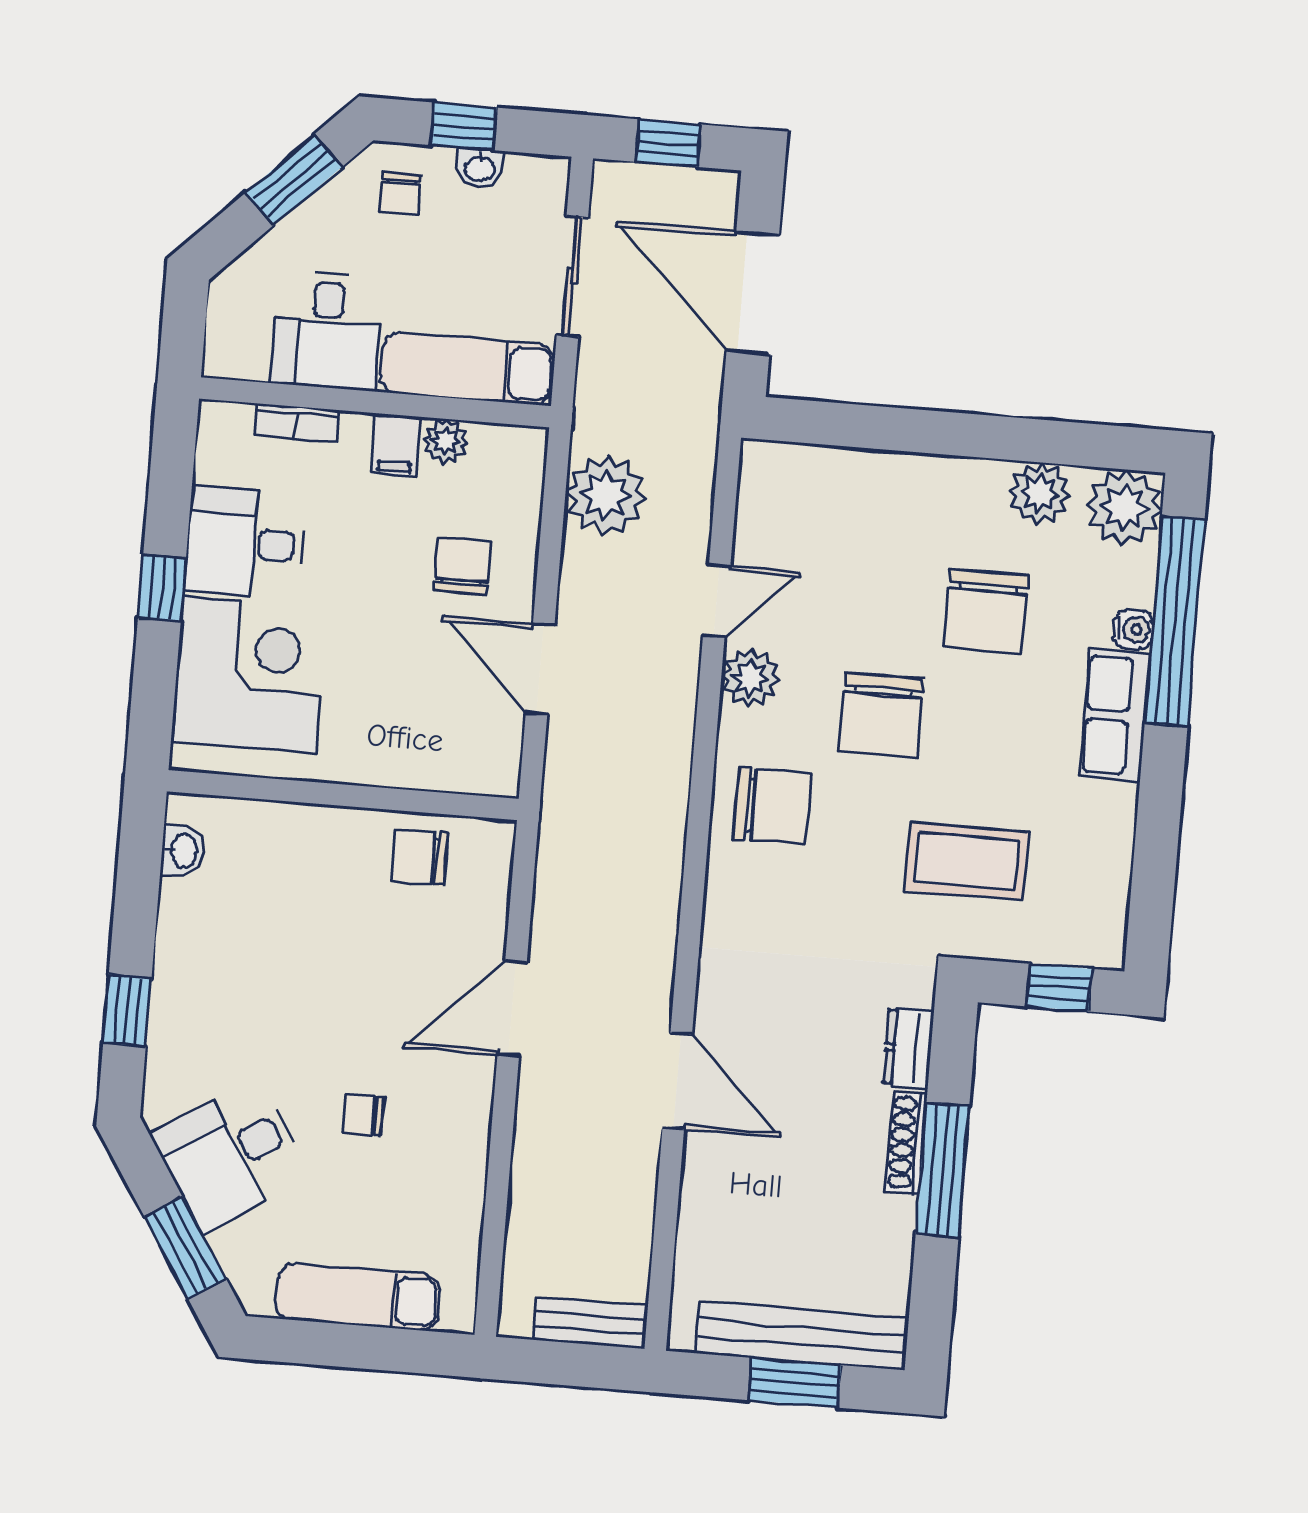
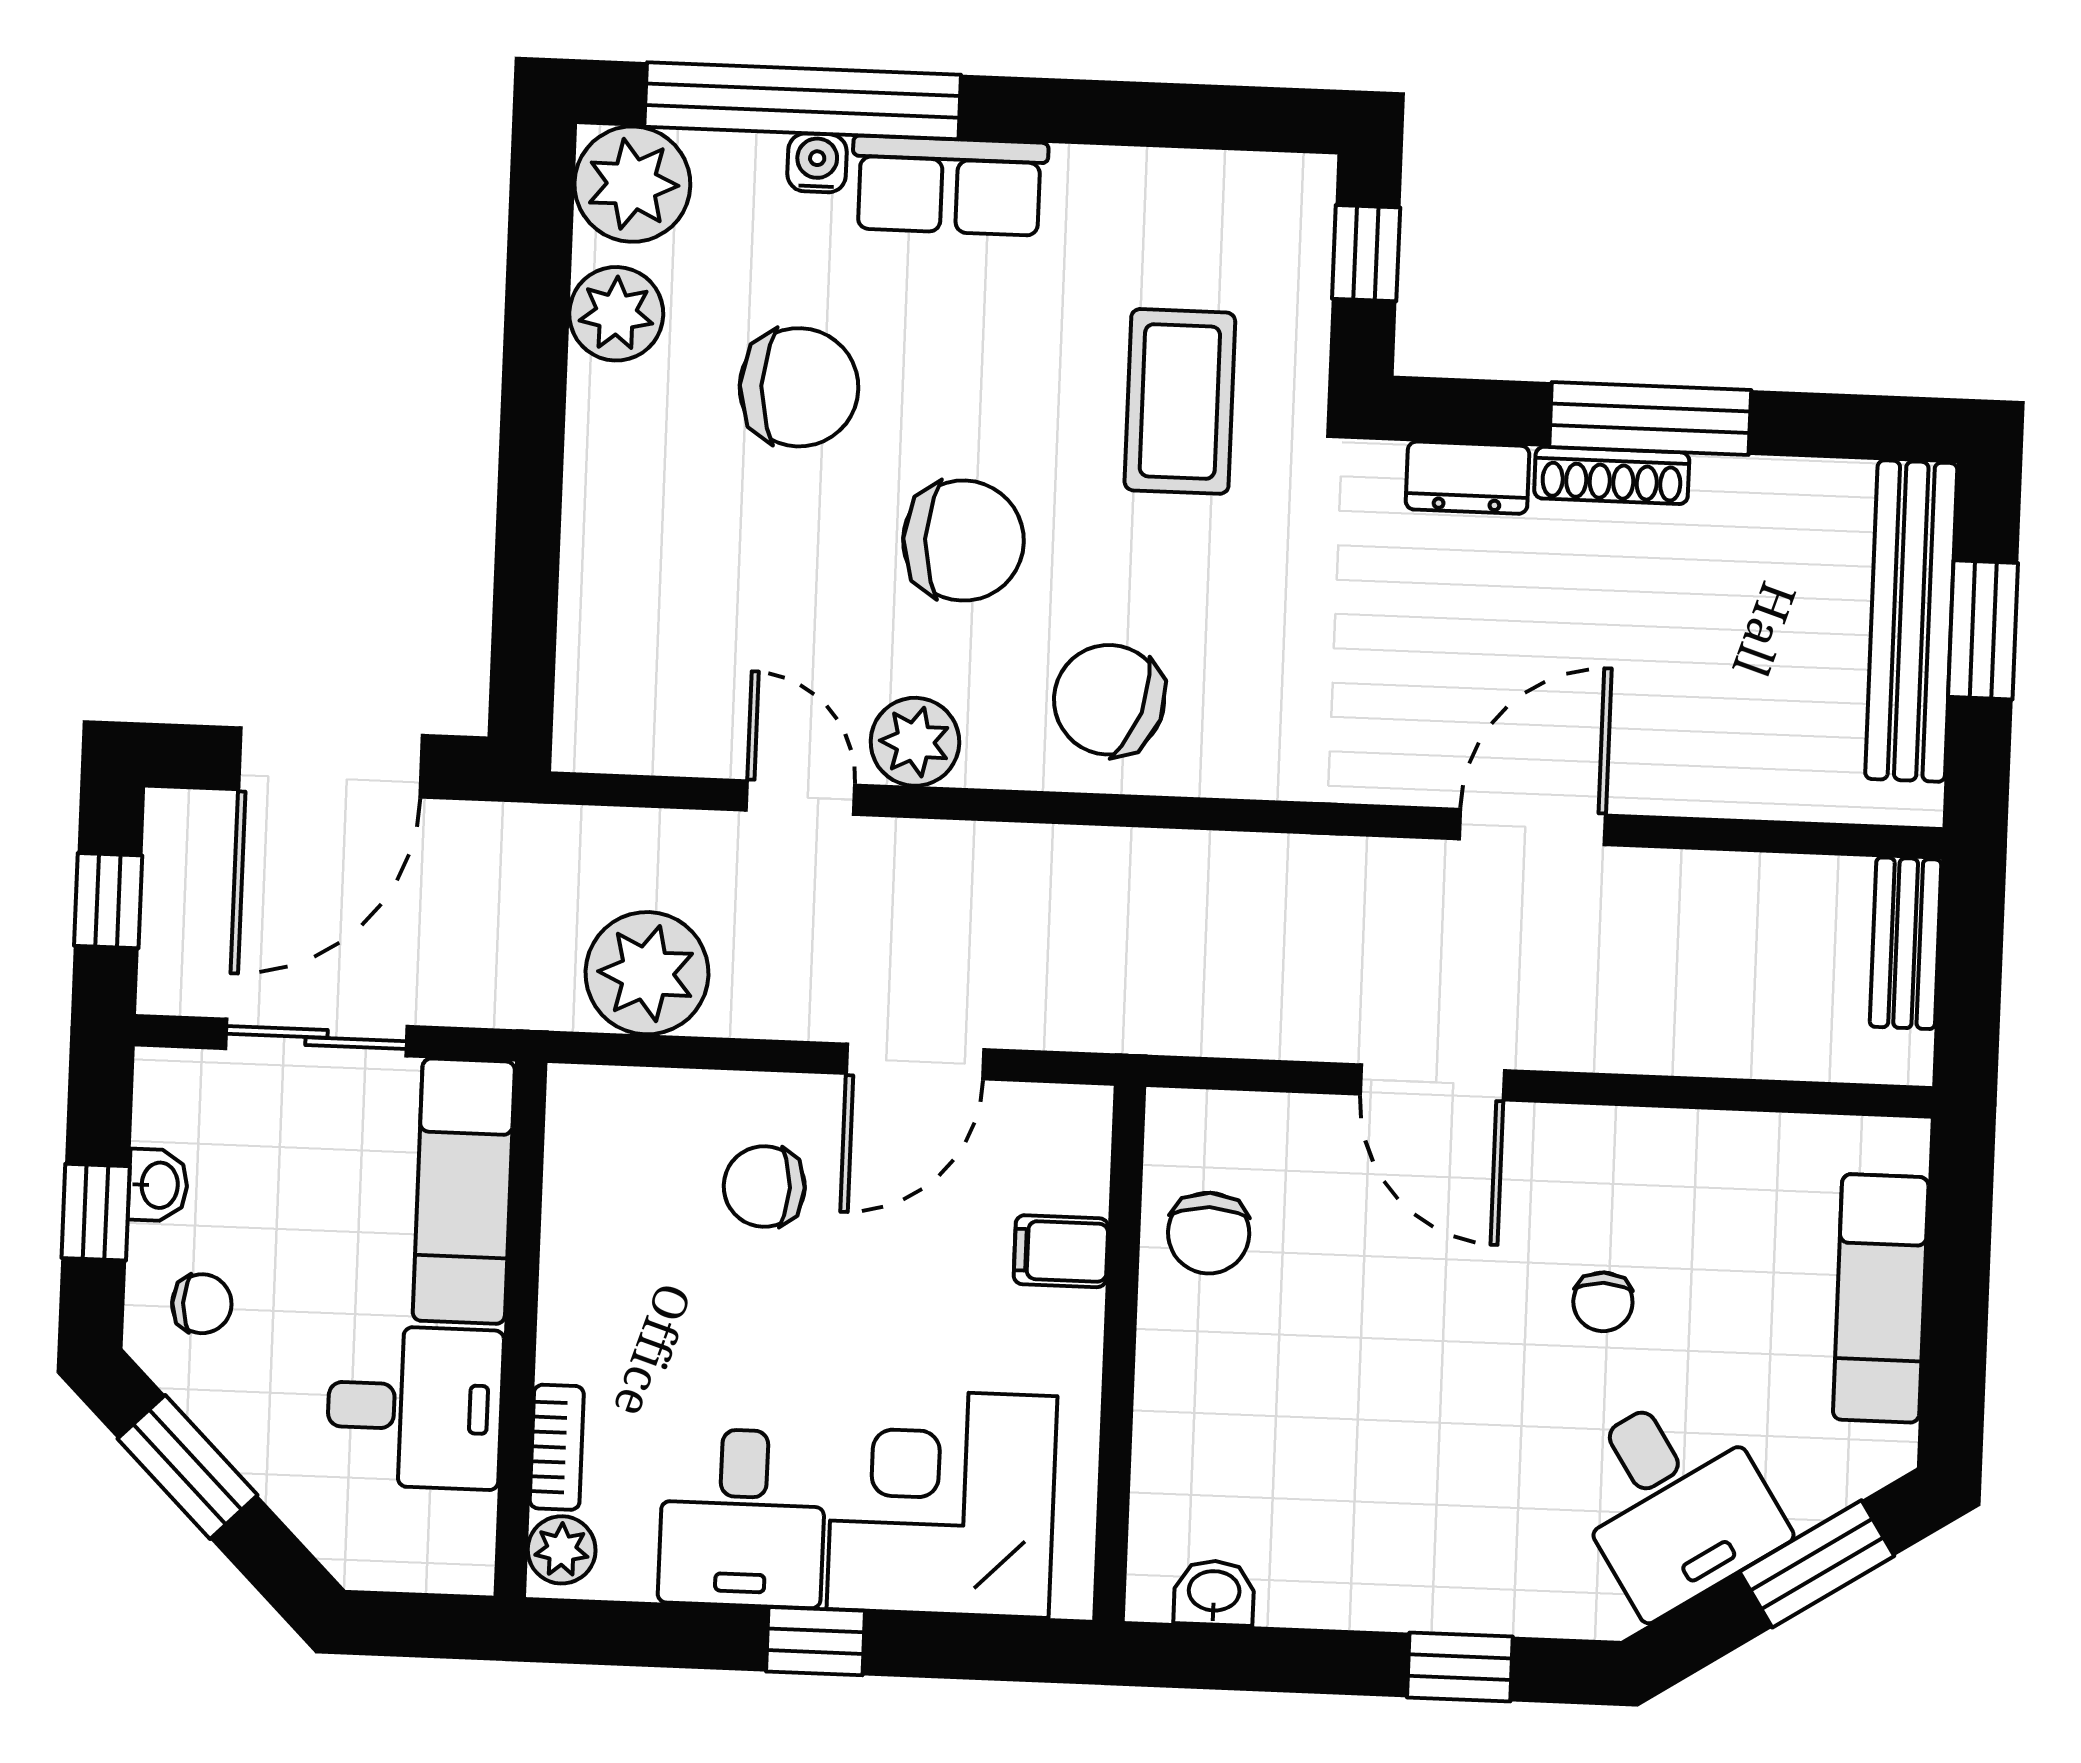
plant: (445, 441) -> (562, 1550), moved
filing cabinet: (396, 445) -> (1061, 1251), moved, turned 180
chair: (772, 806) -> (1109, 700), turned -71

